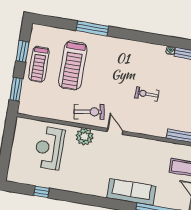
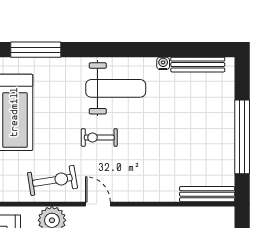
weight bench: (138, 61) -> (116, 88), added
exercise bike: (147, 94) -> (99, 138), moved

